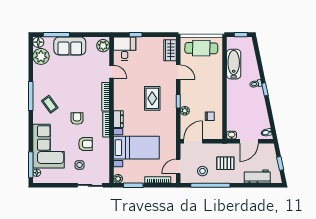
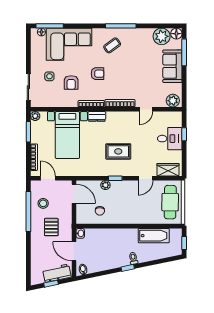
desk: (125, 49) -> (170, 139), moved
workbench: (257, 177) -> (57, 273), moved, turned -102

